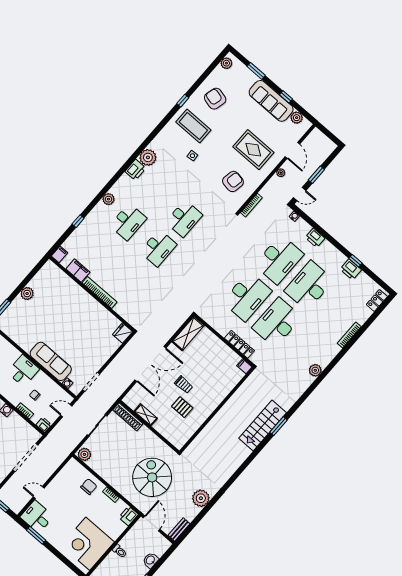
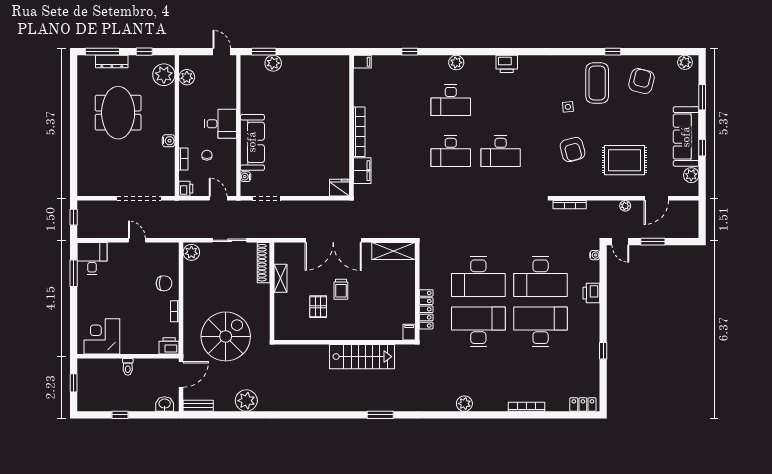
rug: (253, 150) -> (624, 160), turned 90
plant: (148, 157) -> (529, 66), removed
armchair: (233, 181) -> (573, 150), moved, turned 65
printer: (351, 269) -> (591, 354), removed
filing cabinet: (78, 271) -> (362, 171), moved
plant: (27, 294) -> (273, 63), moved
stairs: (263, 425) -> (362, 357), moved, turned 180
door: (39, 492) -> (137, 240), moved
corner desk: (88, 544) -> (102, 336), width x0.74, depth x0.74
washbasin: (151, 560) -> (165, 404), moved

